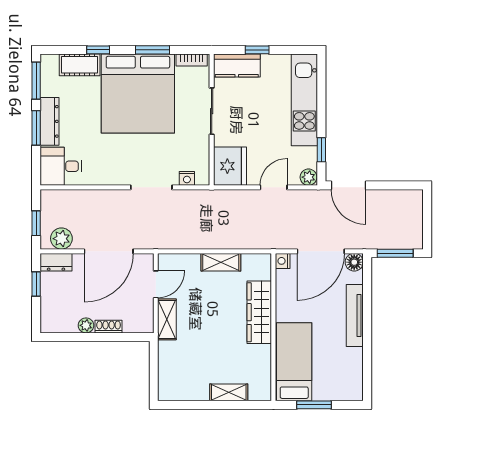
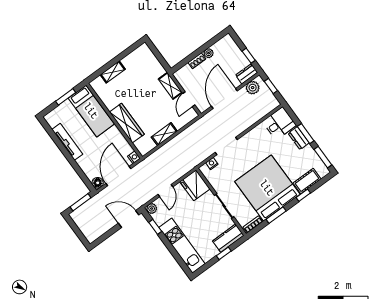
dresser: (49, 121) -> (299, 138), width x0.70
tv unit: (355, 316) -> (67, 142), moved

